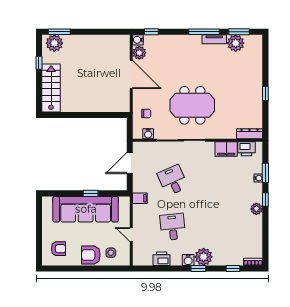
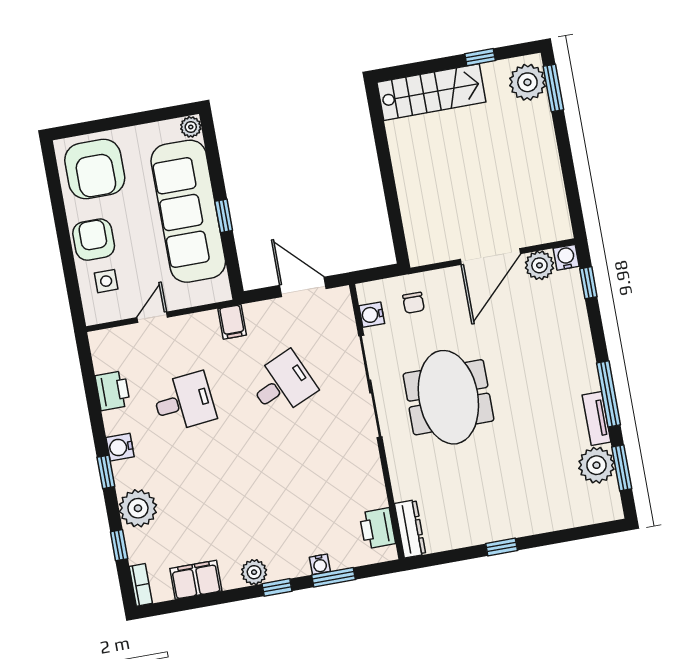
filing cabinet: (226, 149) -> (196, 580), moved, turned 90
plant: (47, 201) -> (191, 127), added
armchair: (59, 249) -> (95, 169), width x1.88, depth x1.88
plant: (204, 257) -> (138, 508), moved

